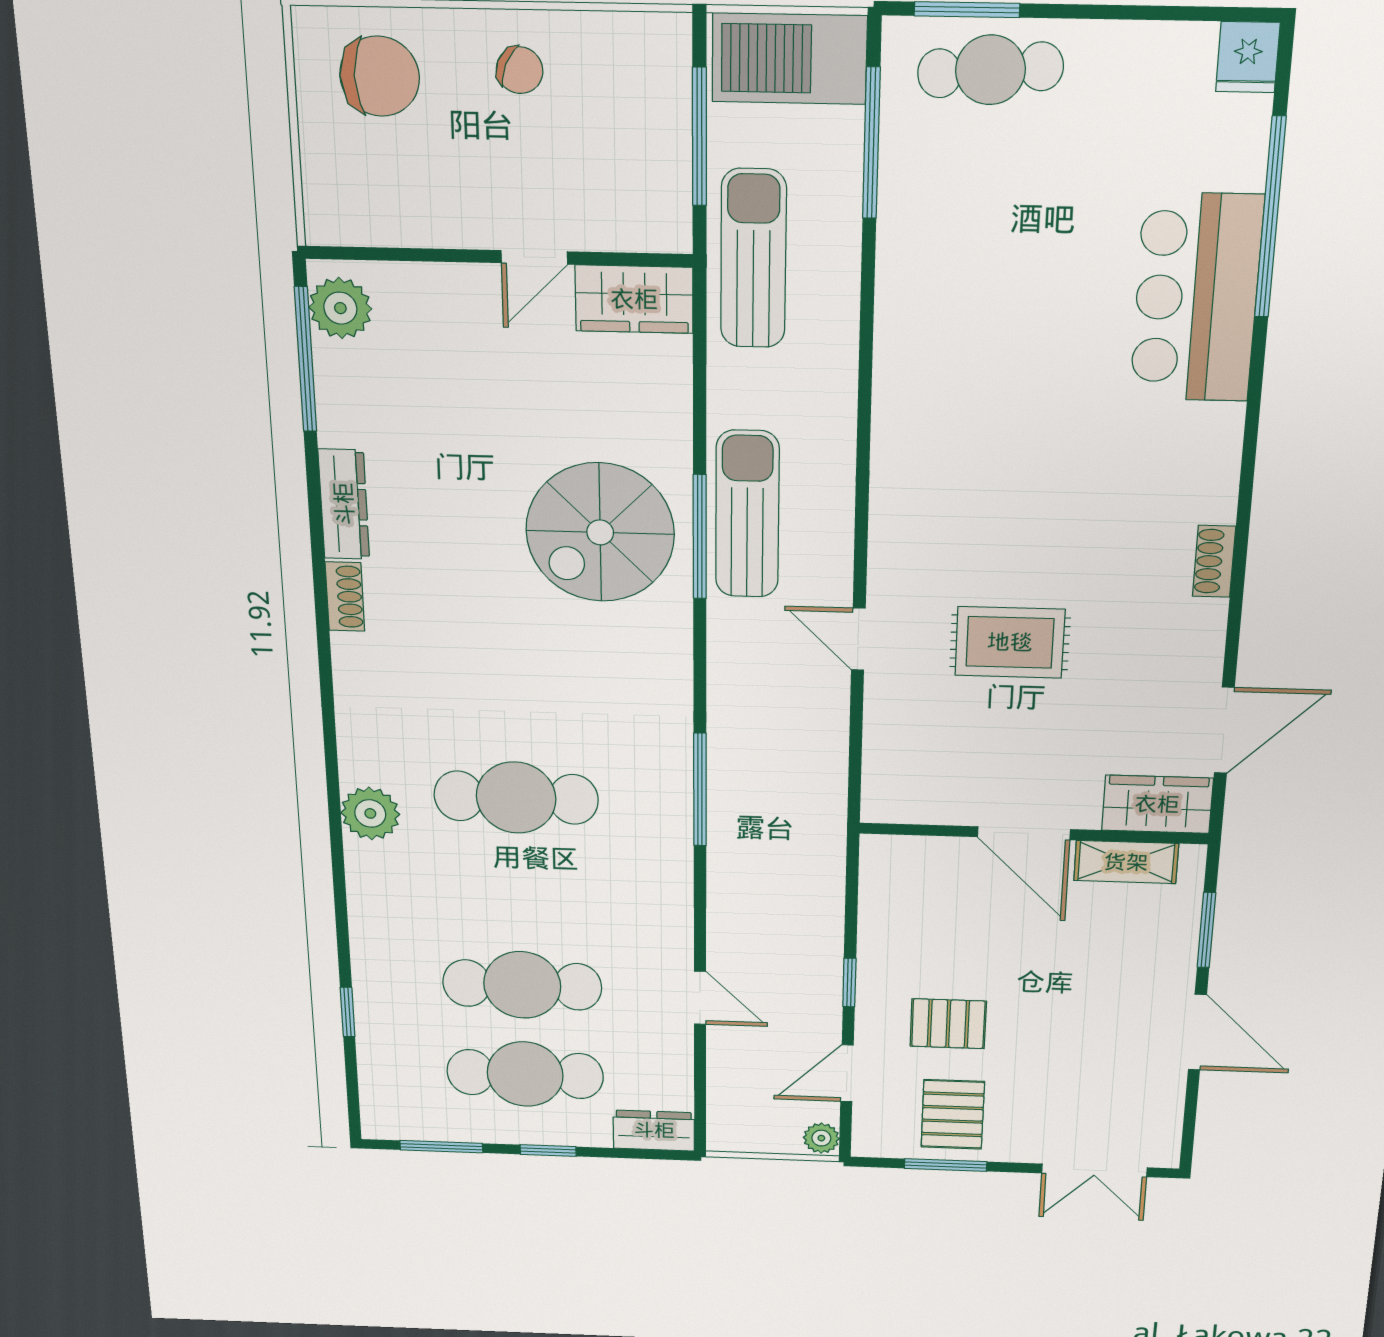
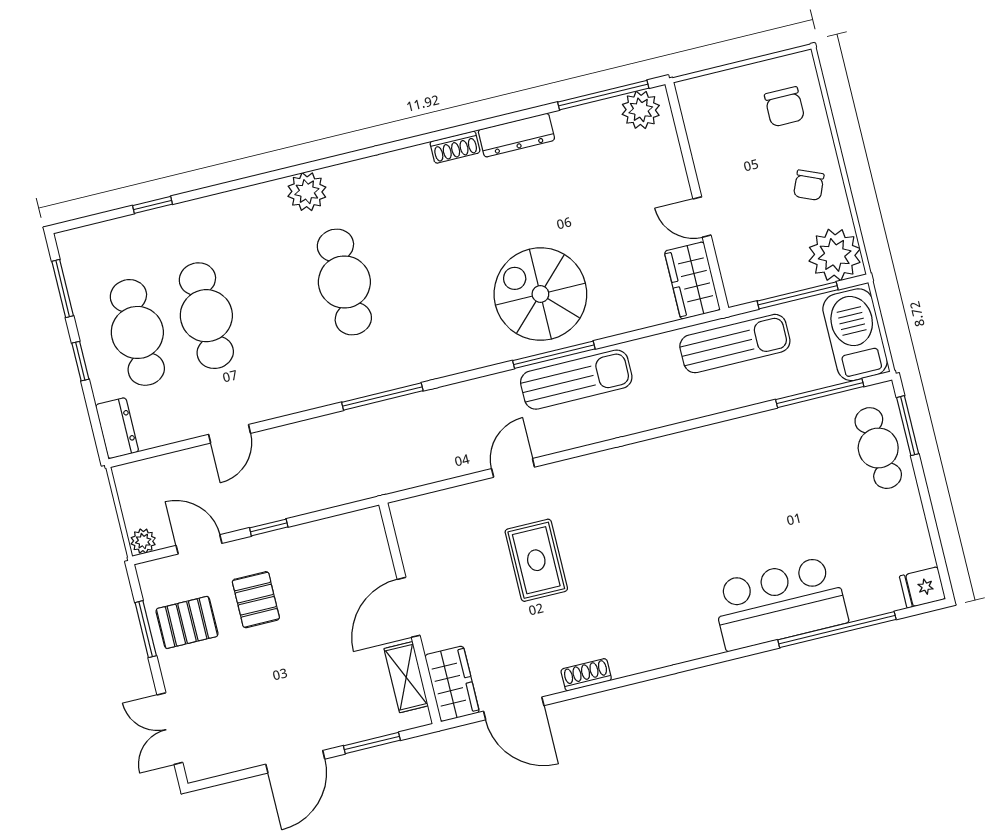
plant: (647, 58) -> (835, 255), added
chair: (380, 76) -> (784, 107), width x0.73, depth x0.73
shoe rack: (1214, 561) -> (586, 675), moved

